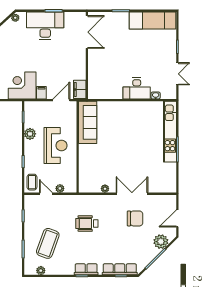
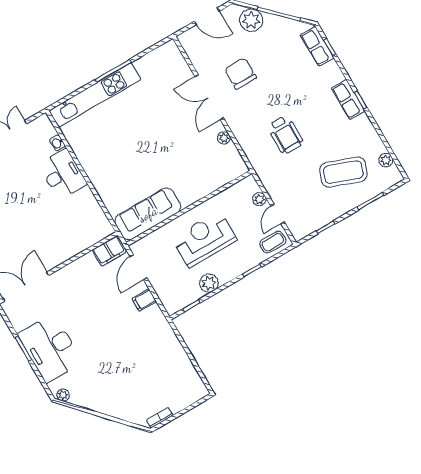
corner desk: (22, 86) -> (150, 332), removed
door: (61, 100) -> (138, 267), hinge flipped
row of seats: (120, 269) -> (317, 46), width x0.68

